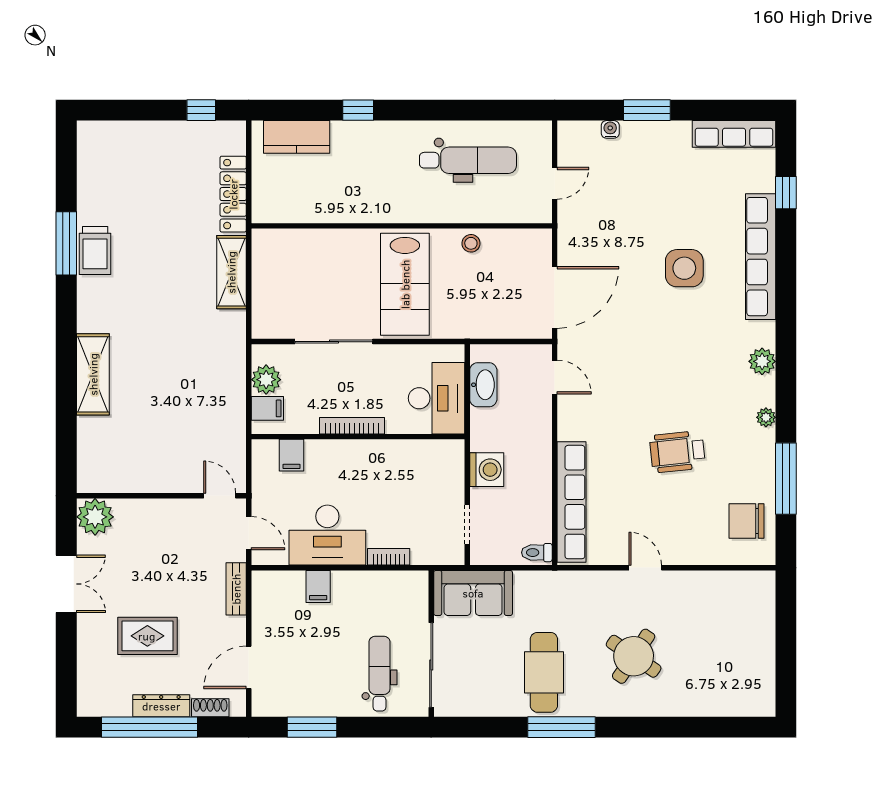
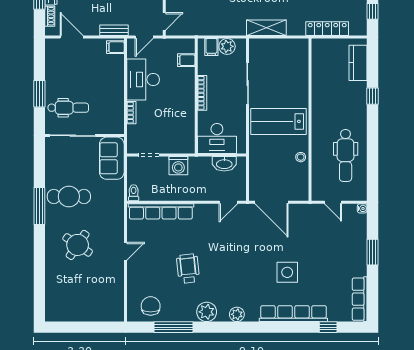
water cooler: (610, 129) -> (362, 208), moved
shelving: (231, 272) -> (266, 28), moved
plant: (766, 417) -> (207, 312), width x1.88, depth x1.88
filing cabinet: (318, 586) -> (115, 47), moved
window: (312, 727) -> (39, 94), moved

